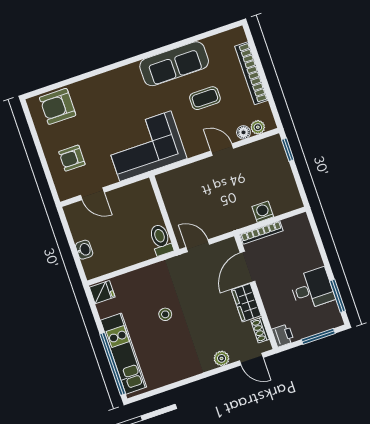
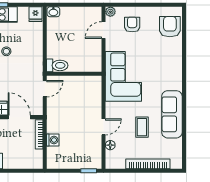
plant: (258, 127) -> (110, 12), moved
washbasin: (84, 250) -> (53, 12), moved

